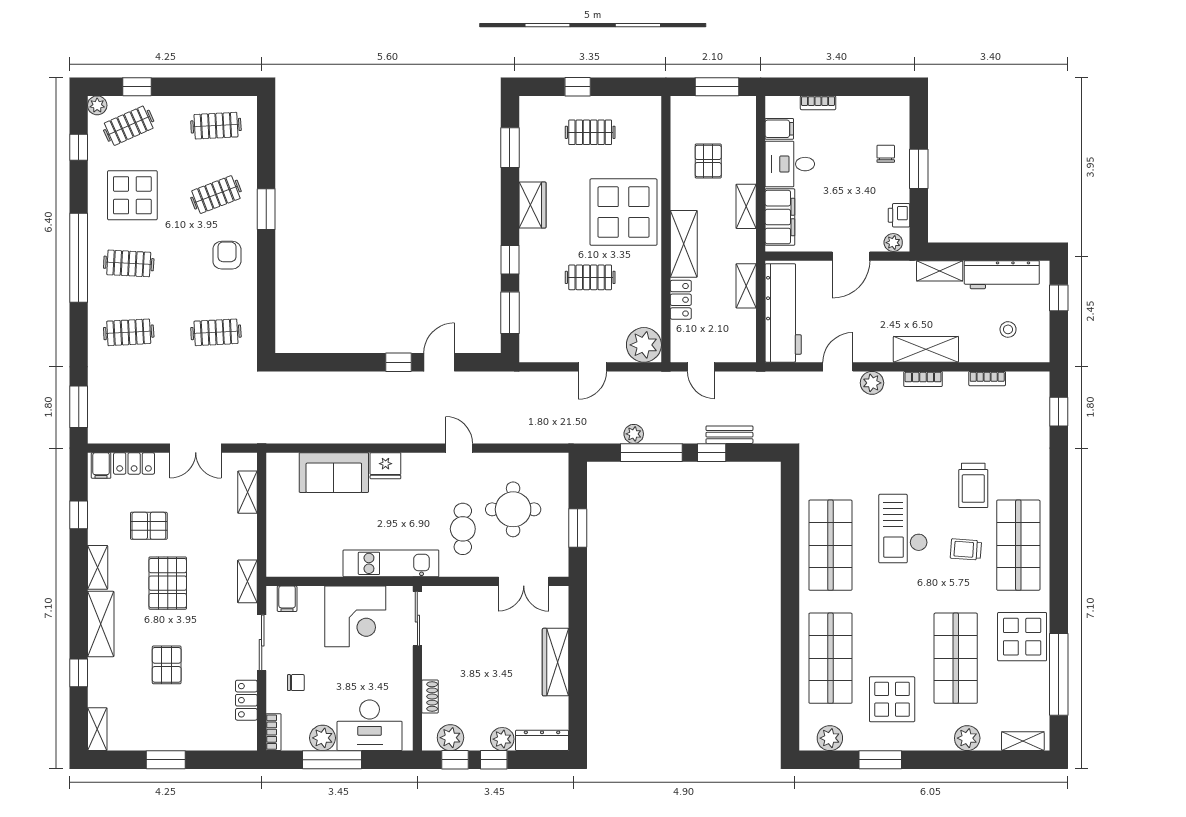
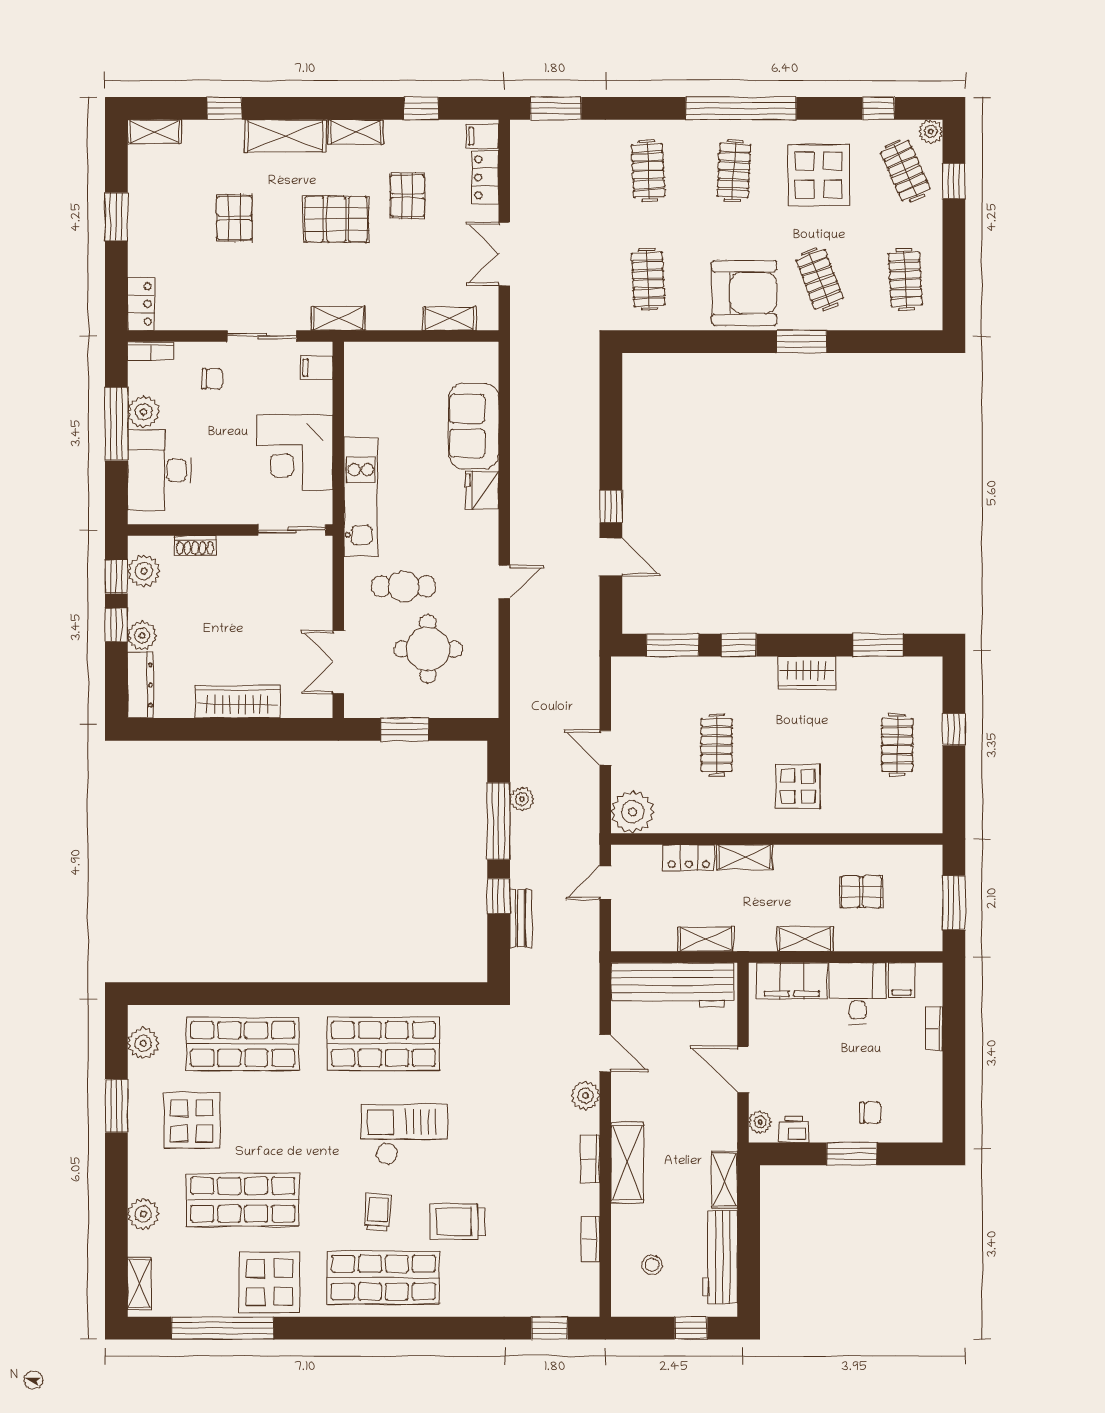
display table: (624, 212) -> (798, 786), width x0.54, depth x0.54
shelving: (684, 244) -> (744, 857), width x0.67, depth x0.75
armchair: (227, 255) -> (744, 293), width x1.88, depth x1.88
pallet: (167, 665) -> (234, 218), turned 90
chair: (296, 683) -> (212, 379), turned -90
locker: (246, 700) -> (141, 304), moved, turned 90

